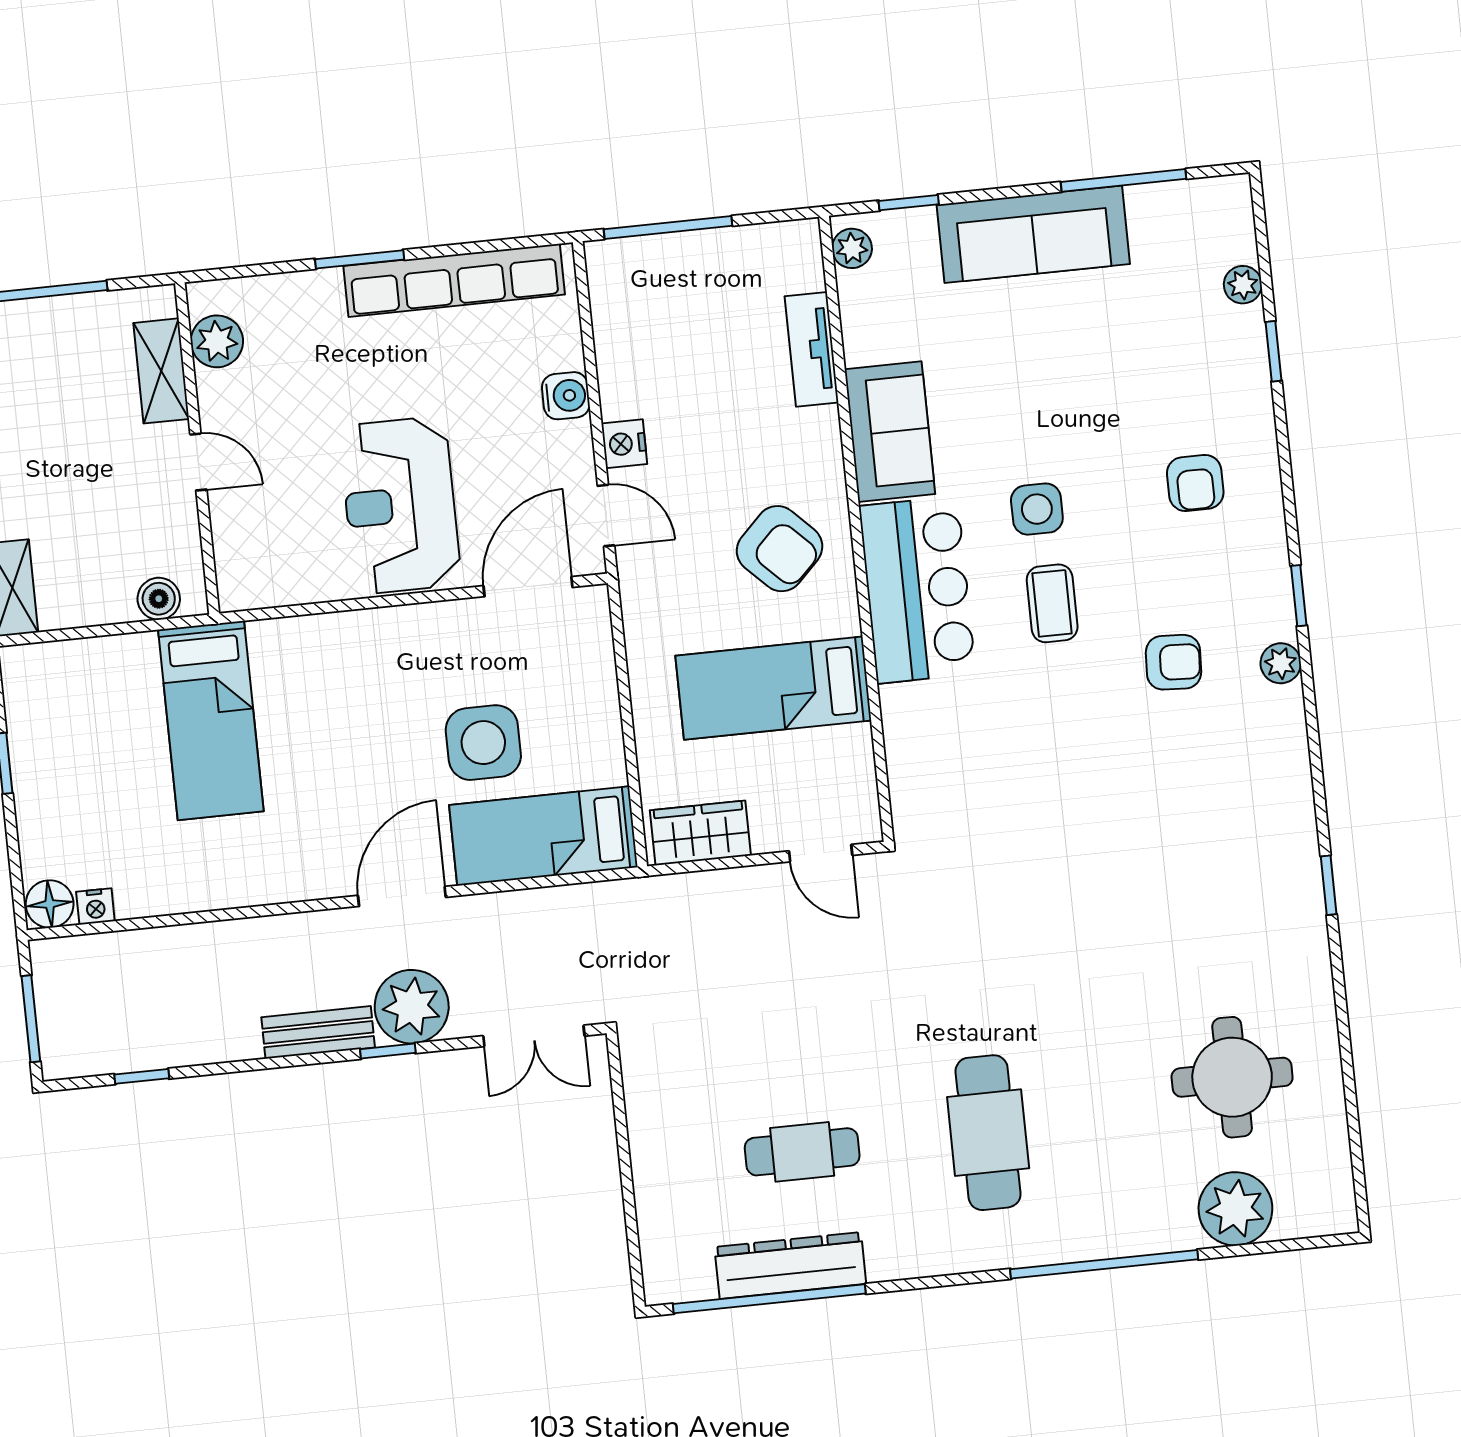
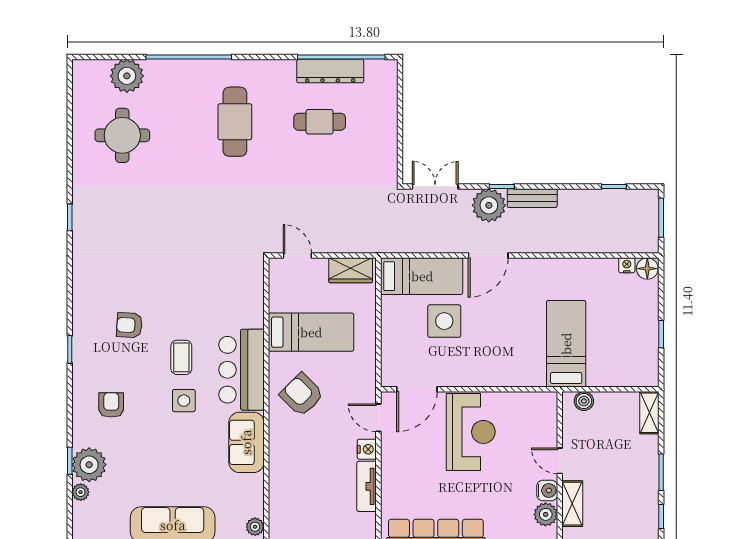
tv unit: (812, 349) -> (367, 486), moved, turned 180
water cooler: (566, 396) -> (547, 490), moved, turned 180
plant: (1281, 663) -> (89, 465), moved, width x1.88, depth x1.88

